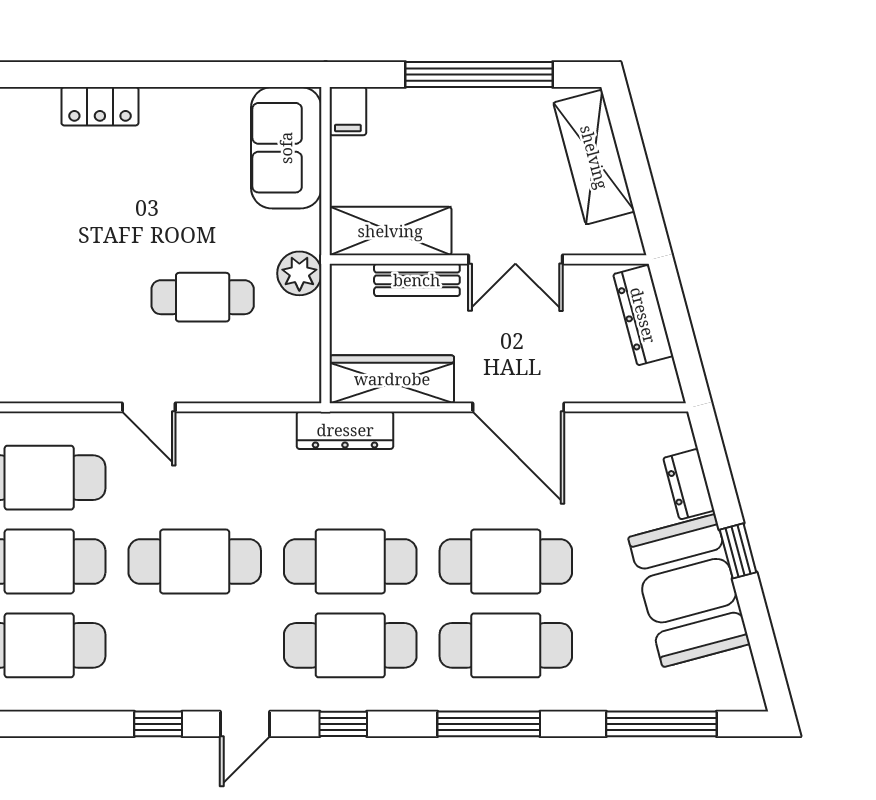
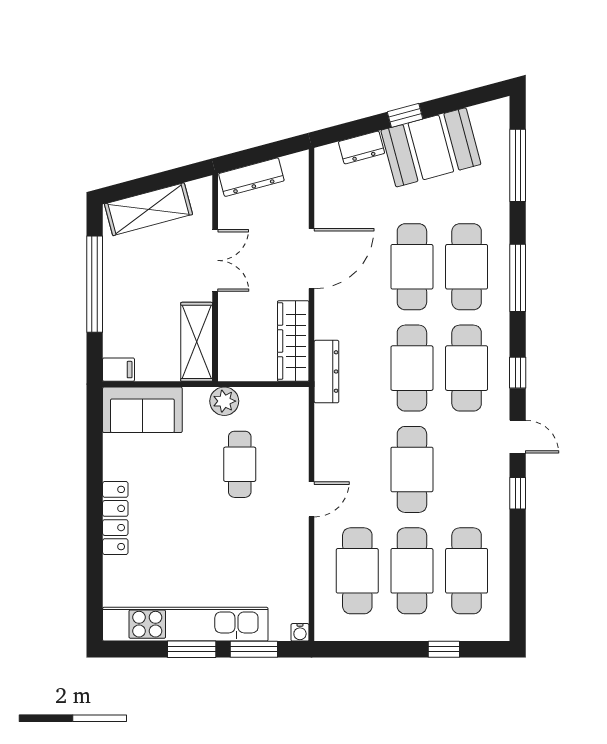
locker: (100, 106) -> (115, 518), width x1.53
bench: (417, 280) -> (228, 325), removed

